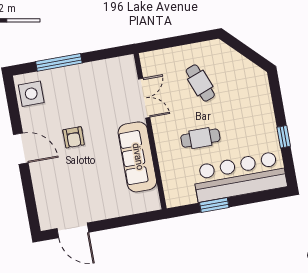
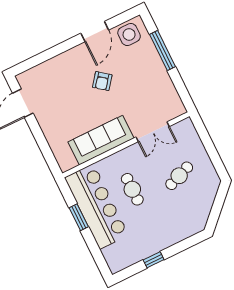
armchair: (74, 137) -> (102, 81), turned -52
door: (21, 149) -> (95, 32), moved
bar counter: (240, 177) -> (97, 206), moved

